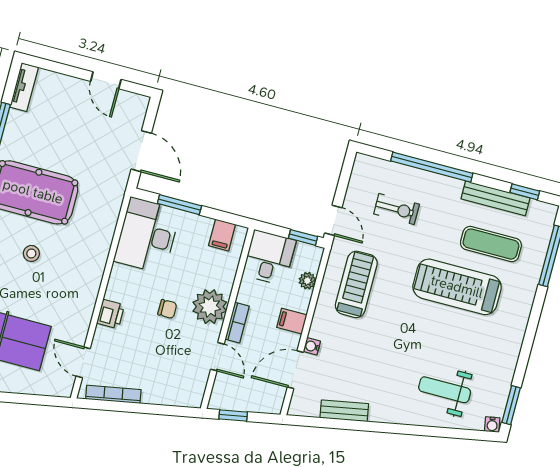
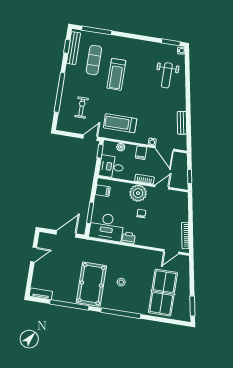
bench: (496, 198) -> (73, 48), moved
treadmill: (457, 287) -> (116, 74), width x0.73, depth x0.73
printer: (111, 314) -> (128, 238), moved

